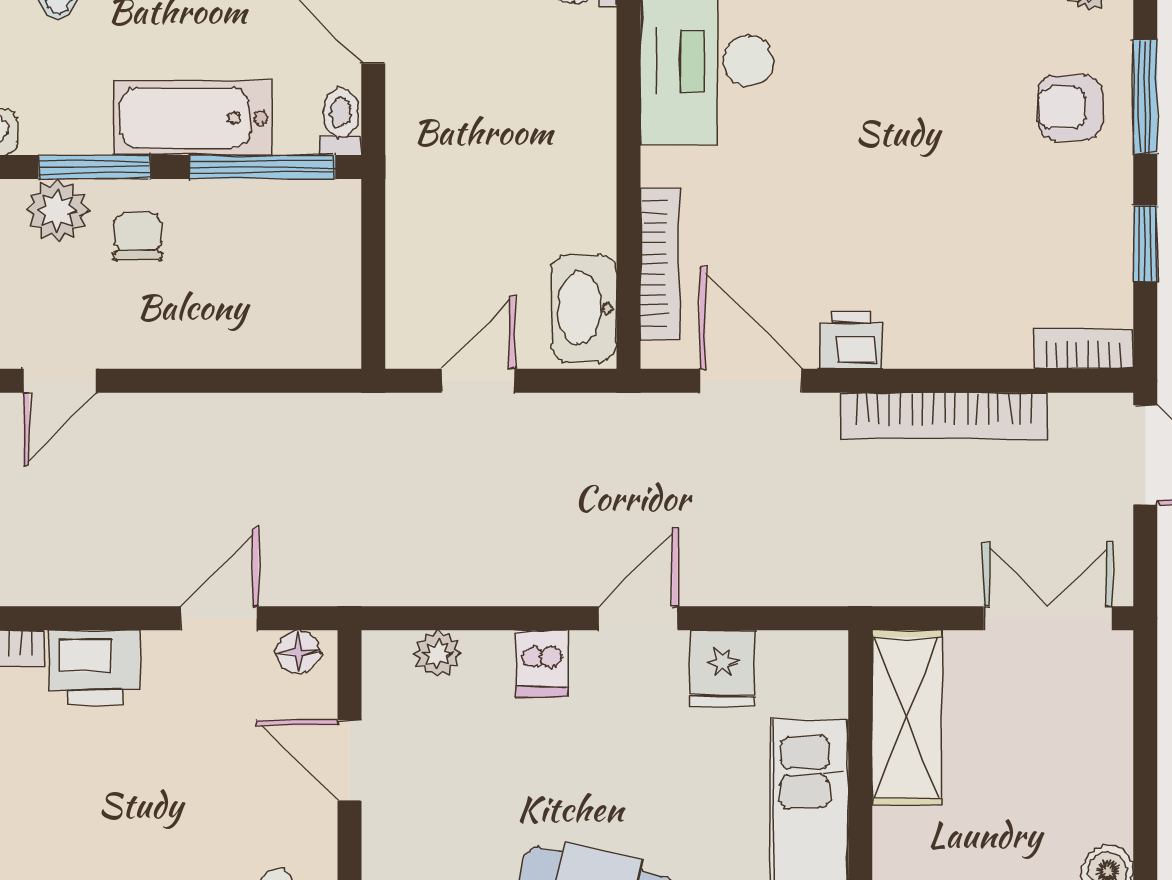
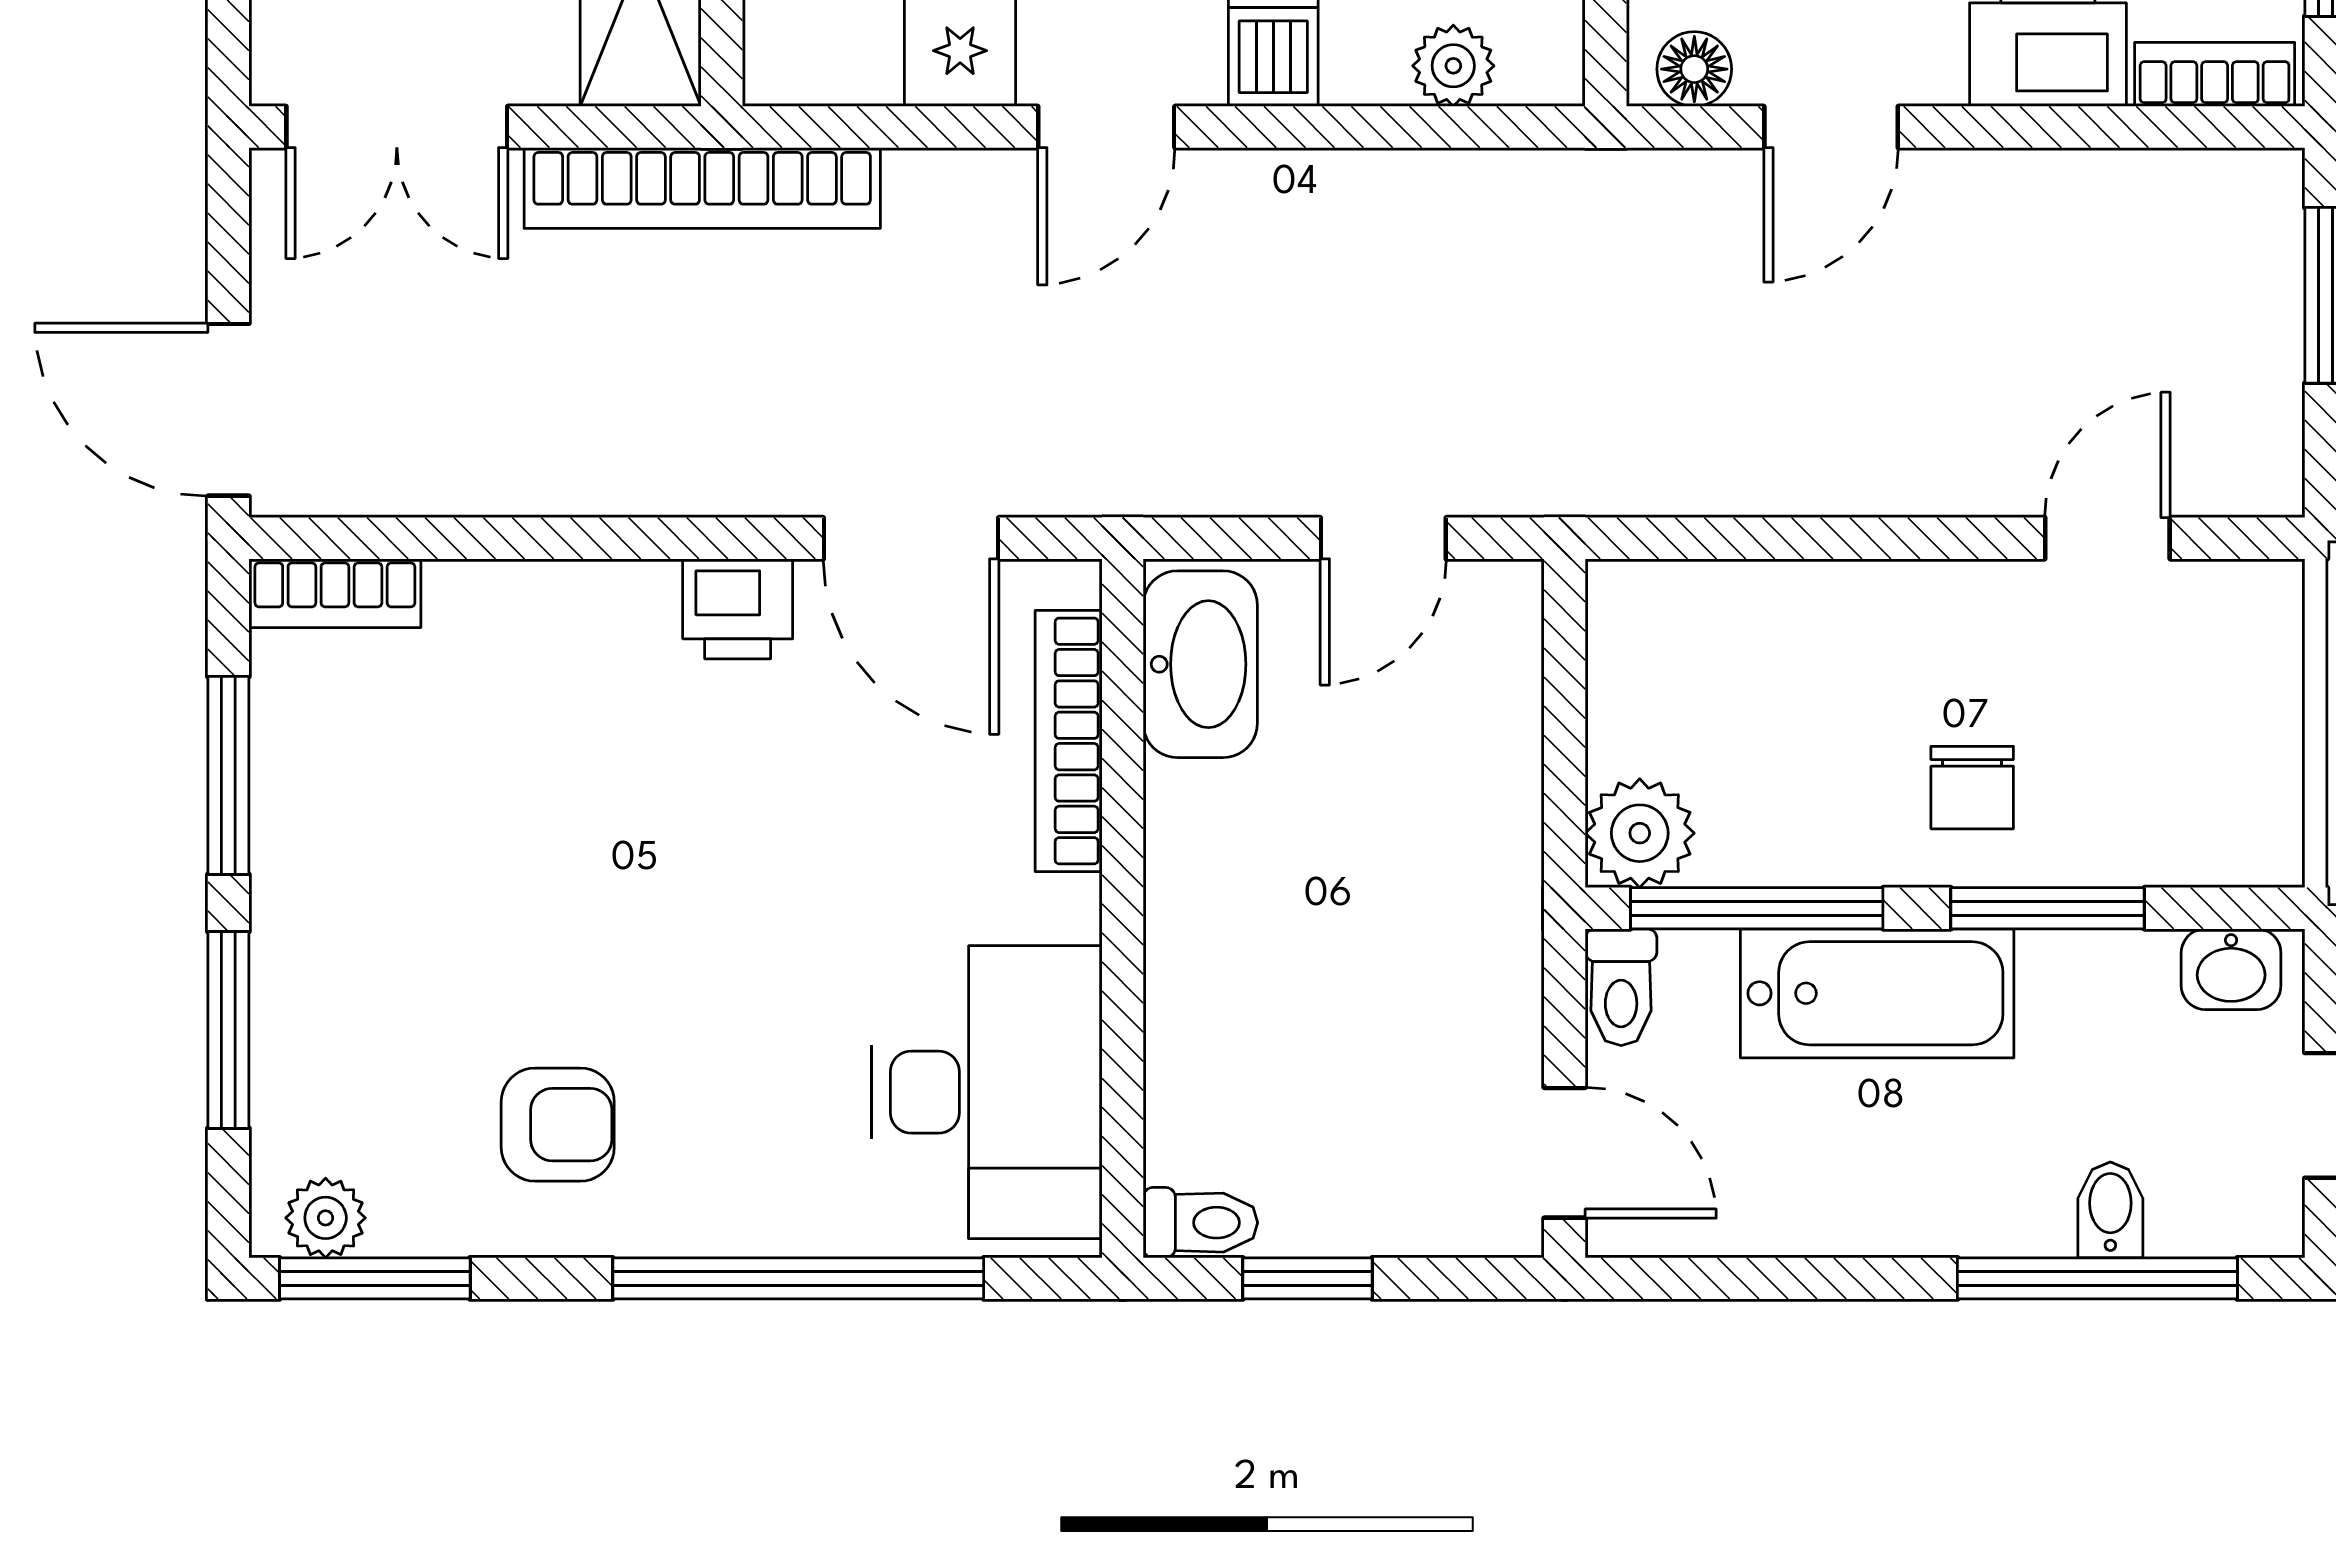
armchair: (1070, 107) -> (558, 1125), moved
plant: (57, 210) -> (1640, 833), moved
window: (1145, 244) -> (228, 775), width x1.50
bookcase: (944, 416) -> (702, 188), moved, turned 180

